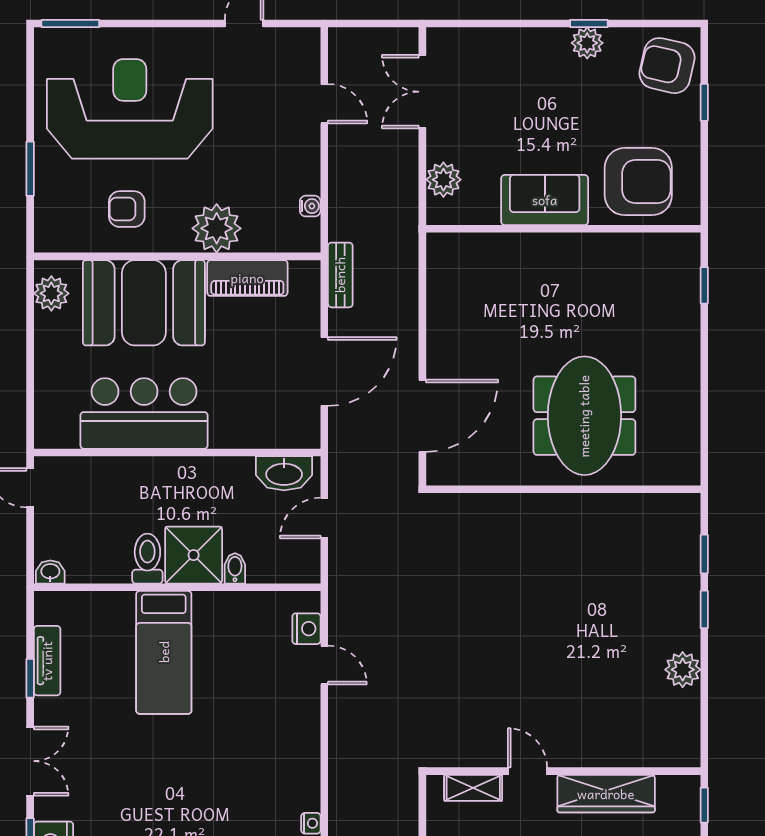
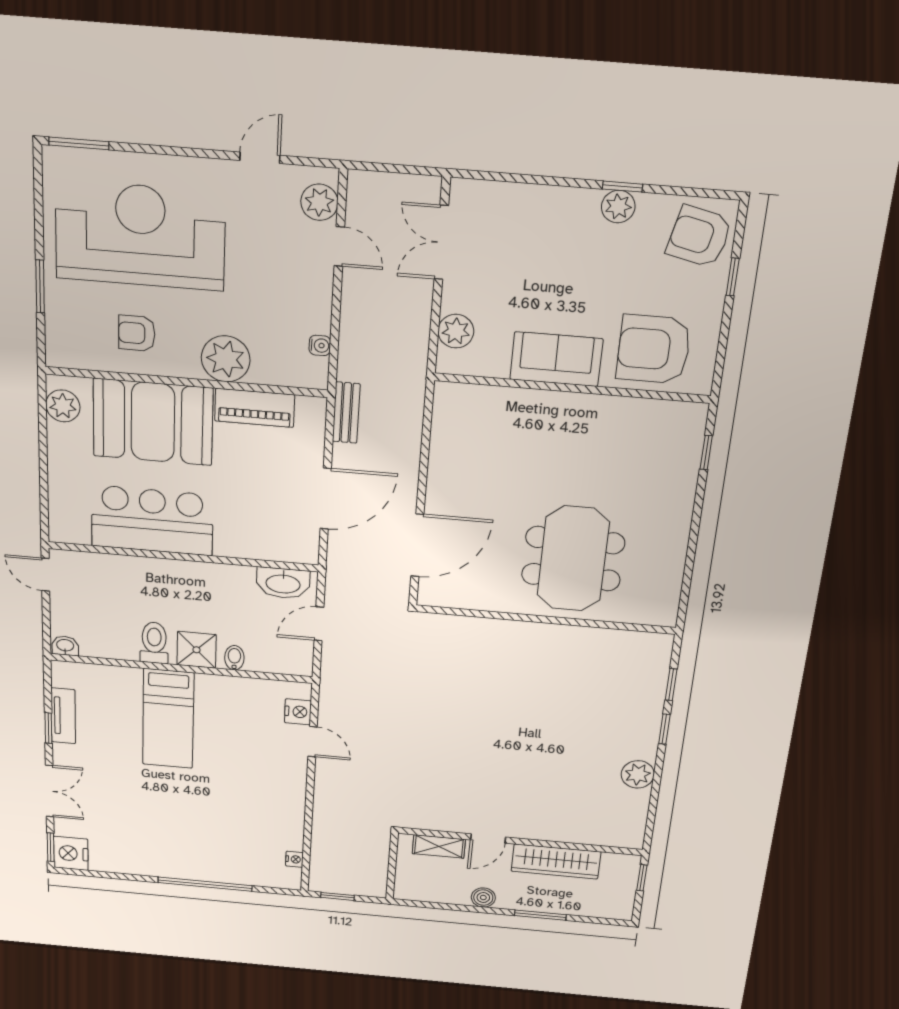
plant: (303, 62) -> (319, 202), added
armchair: (638, 182) -> (654, 349), turned 180
shower: (194, 555) -> (196, 650), width x0.73, depth x0.73
door: (527, 771) -> (488, 839), swing flipped

